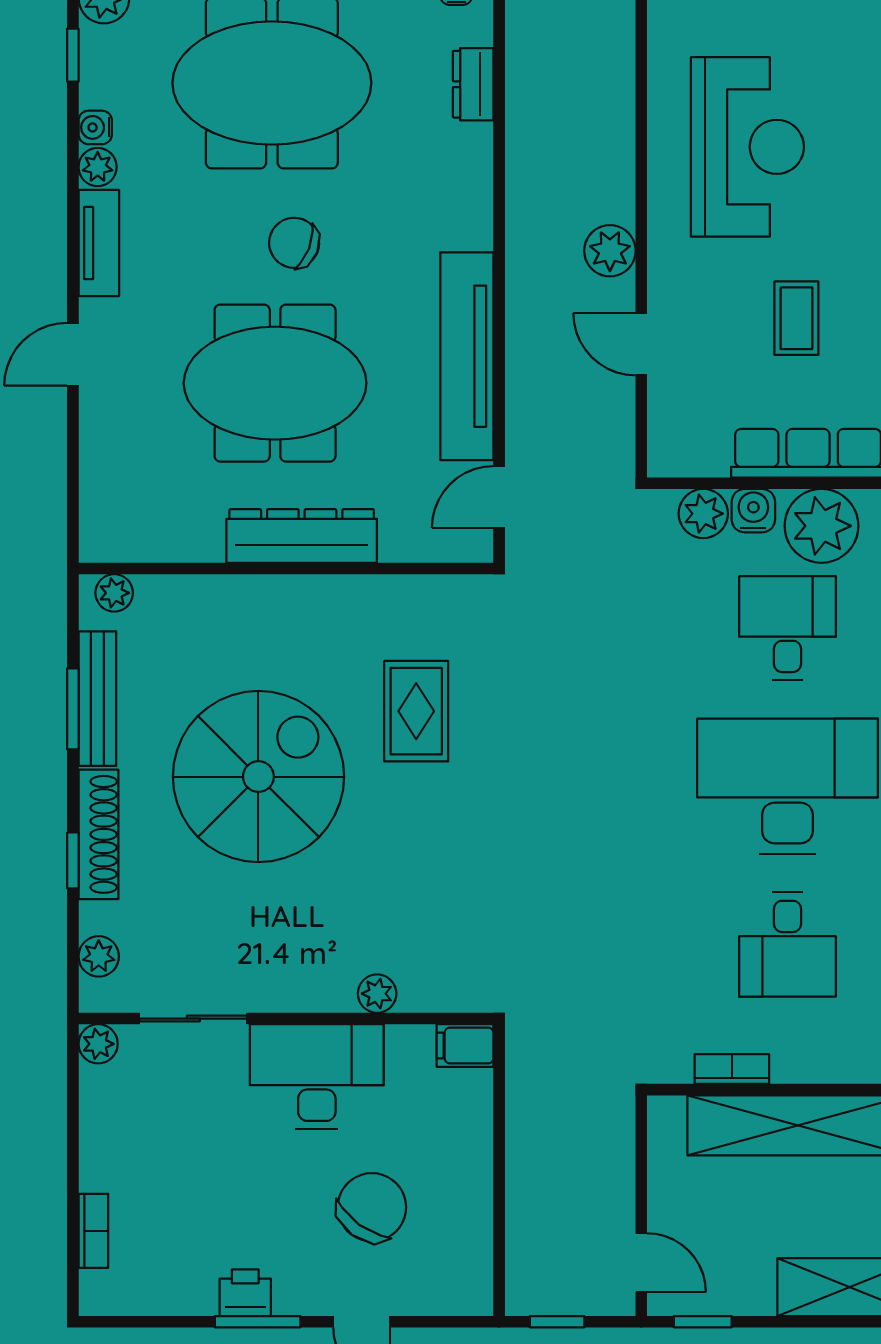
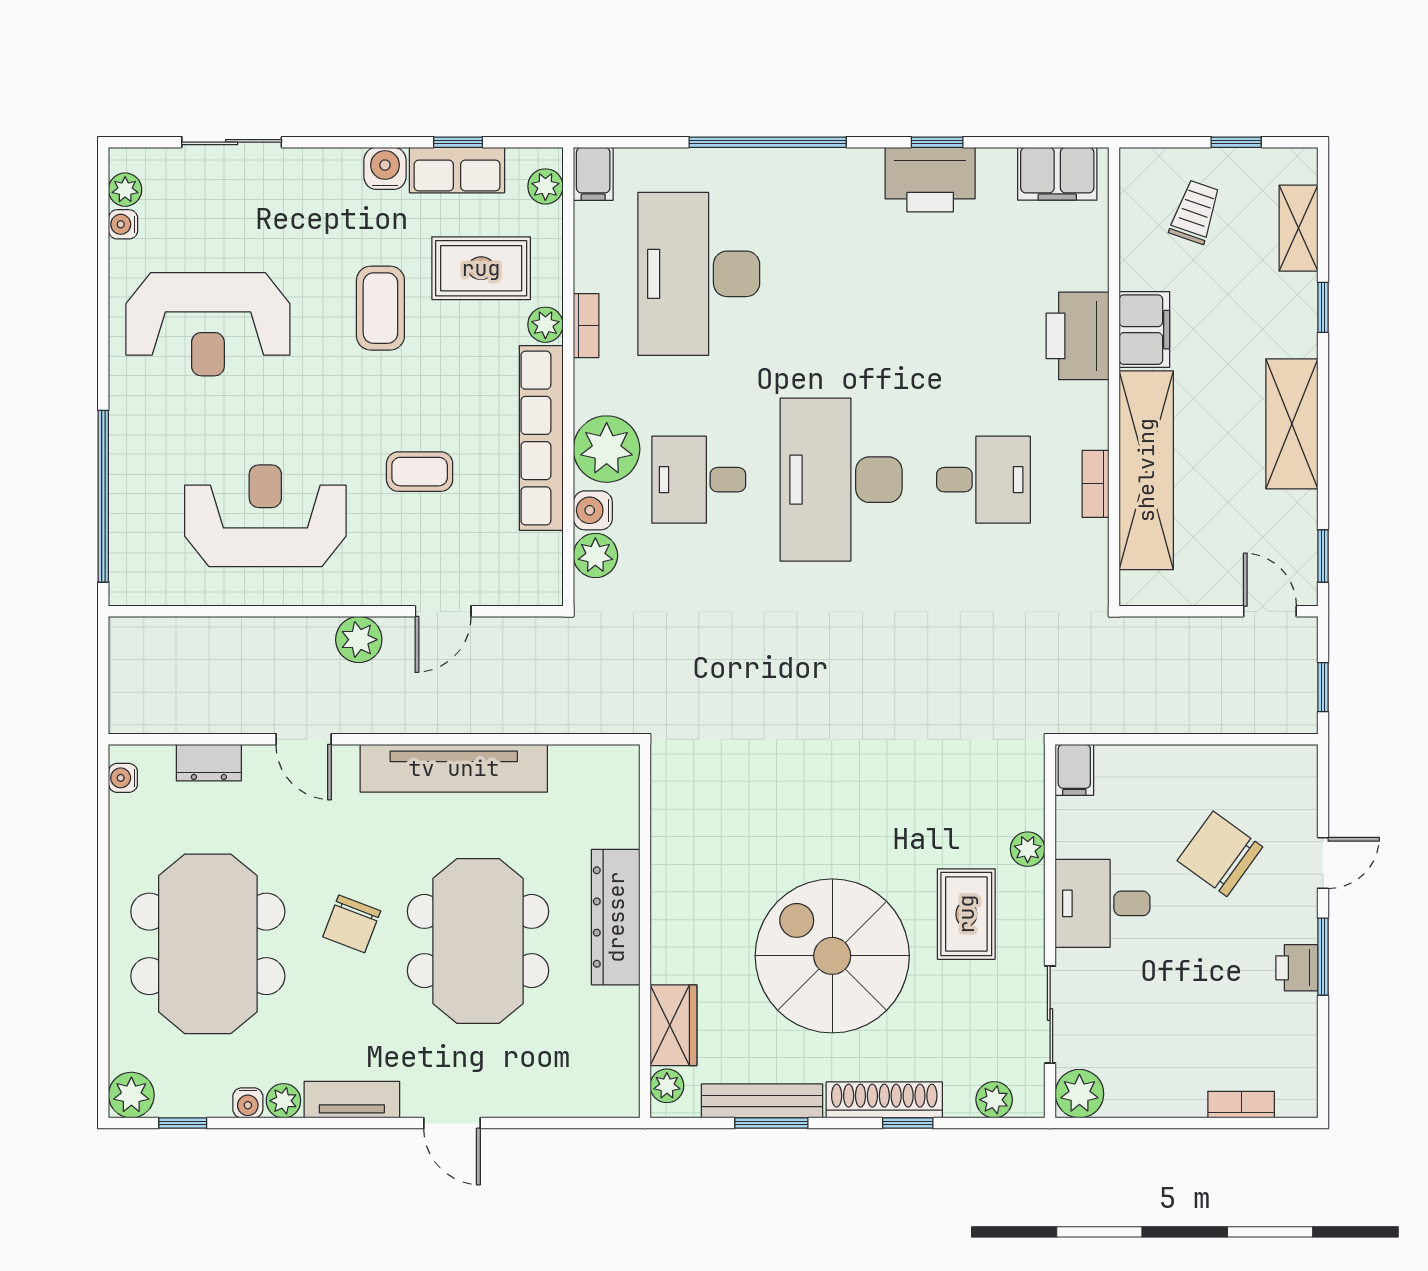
door: (499, 497) -> (304, 739), moved
wardrobe: (181, 600) -> (673, 1025), added
rug: (416, 711) -> (966, 914), moved, turned 90
plant: (98, 1044) -> (1079, 1094), width x1.38, depth x1.38
bookcase: (732, 1069) -> (1096, 484), moved
desk: (317, 1077) -> (1103, 903), width x0.73
door: (641, 1263) -> (1270, 611), hinge flipped

